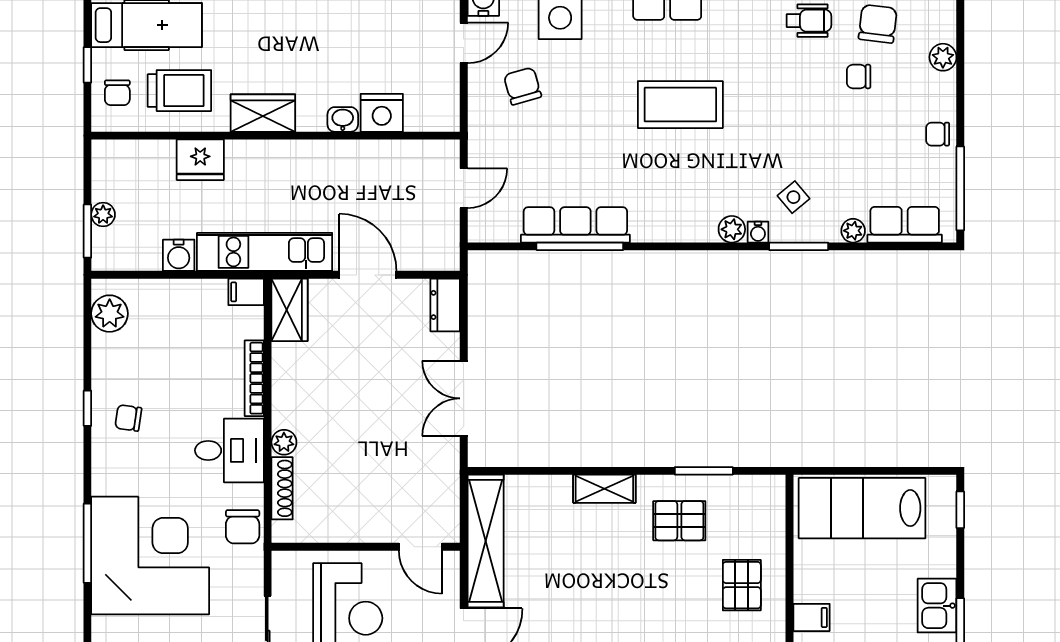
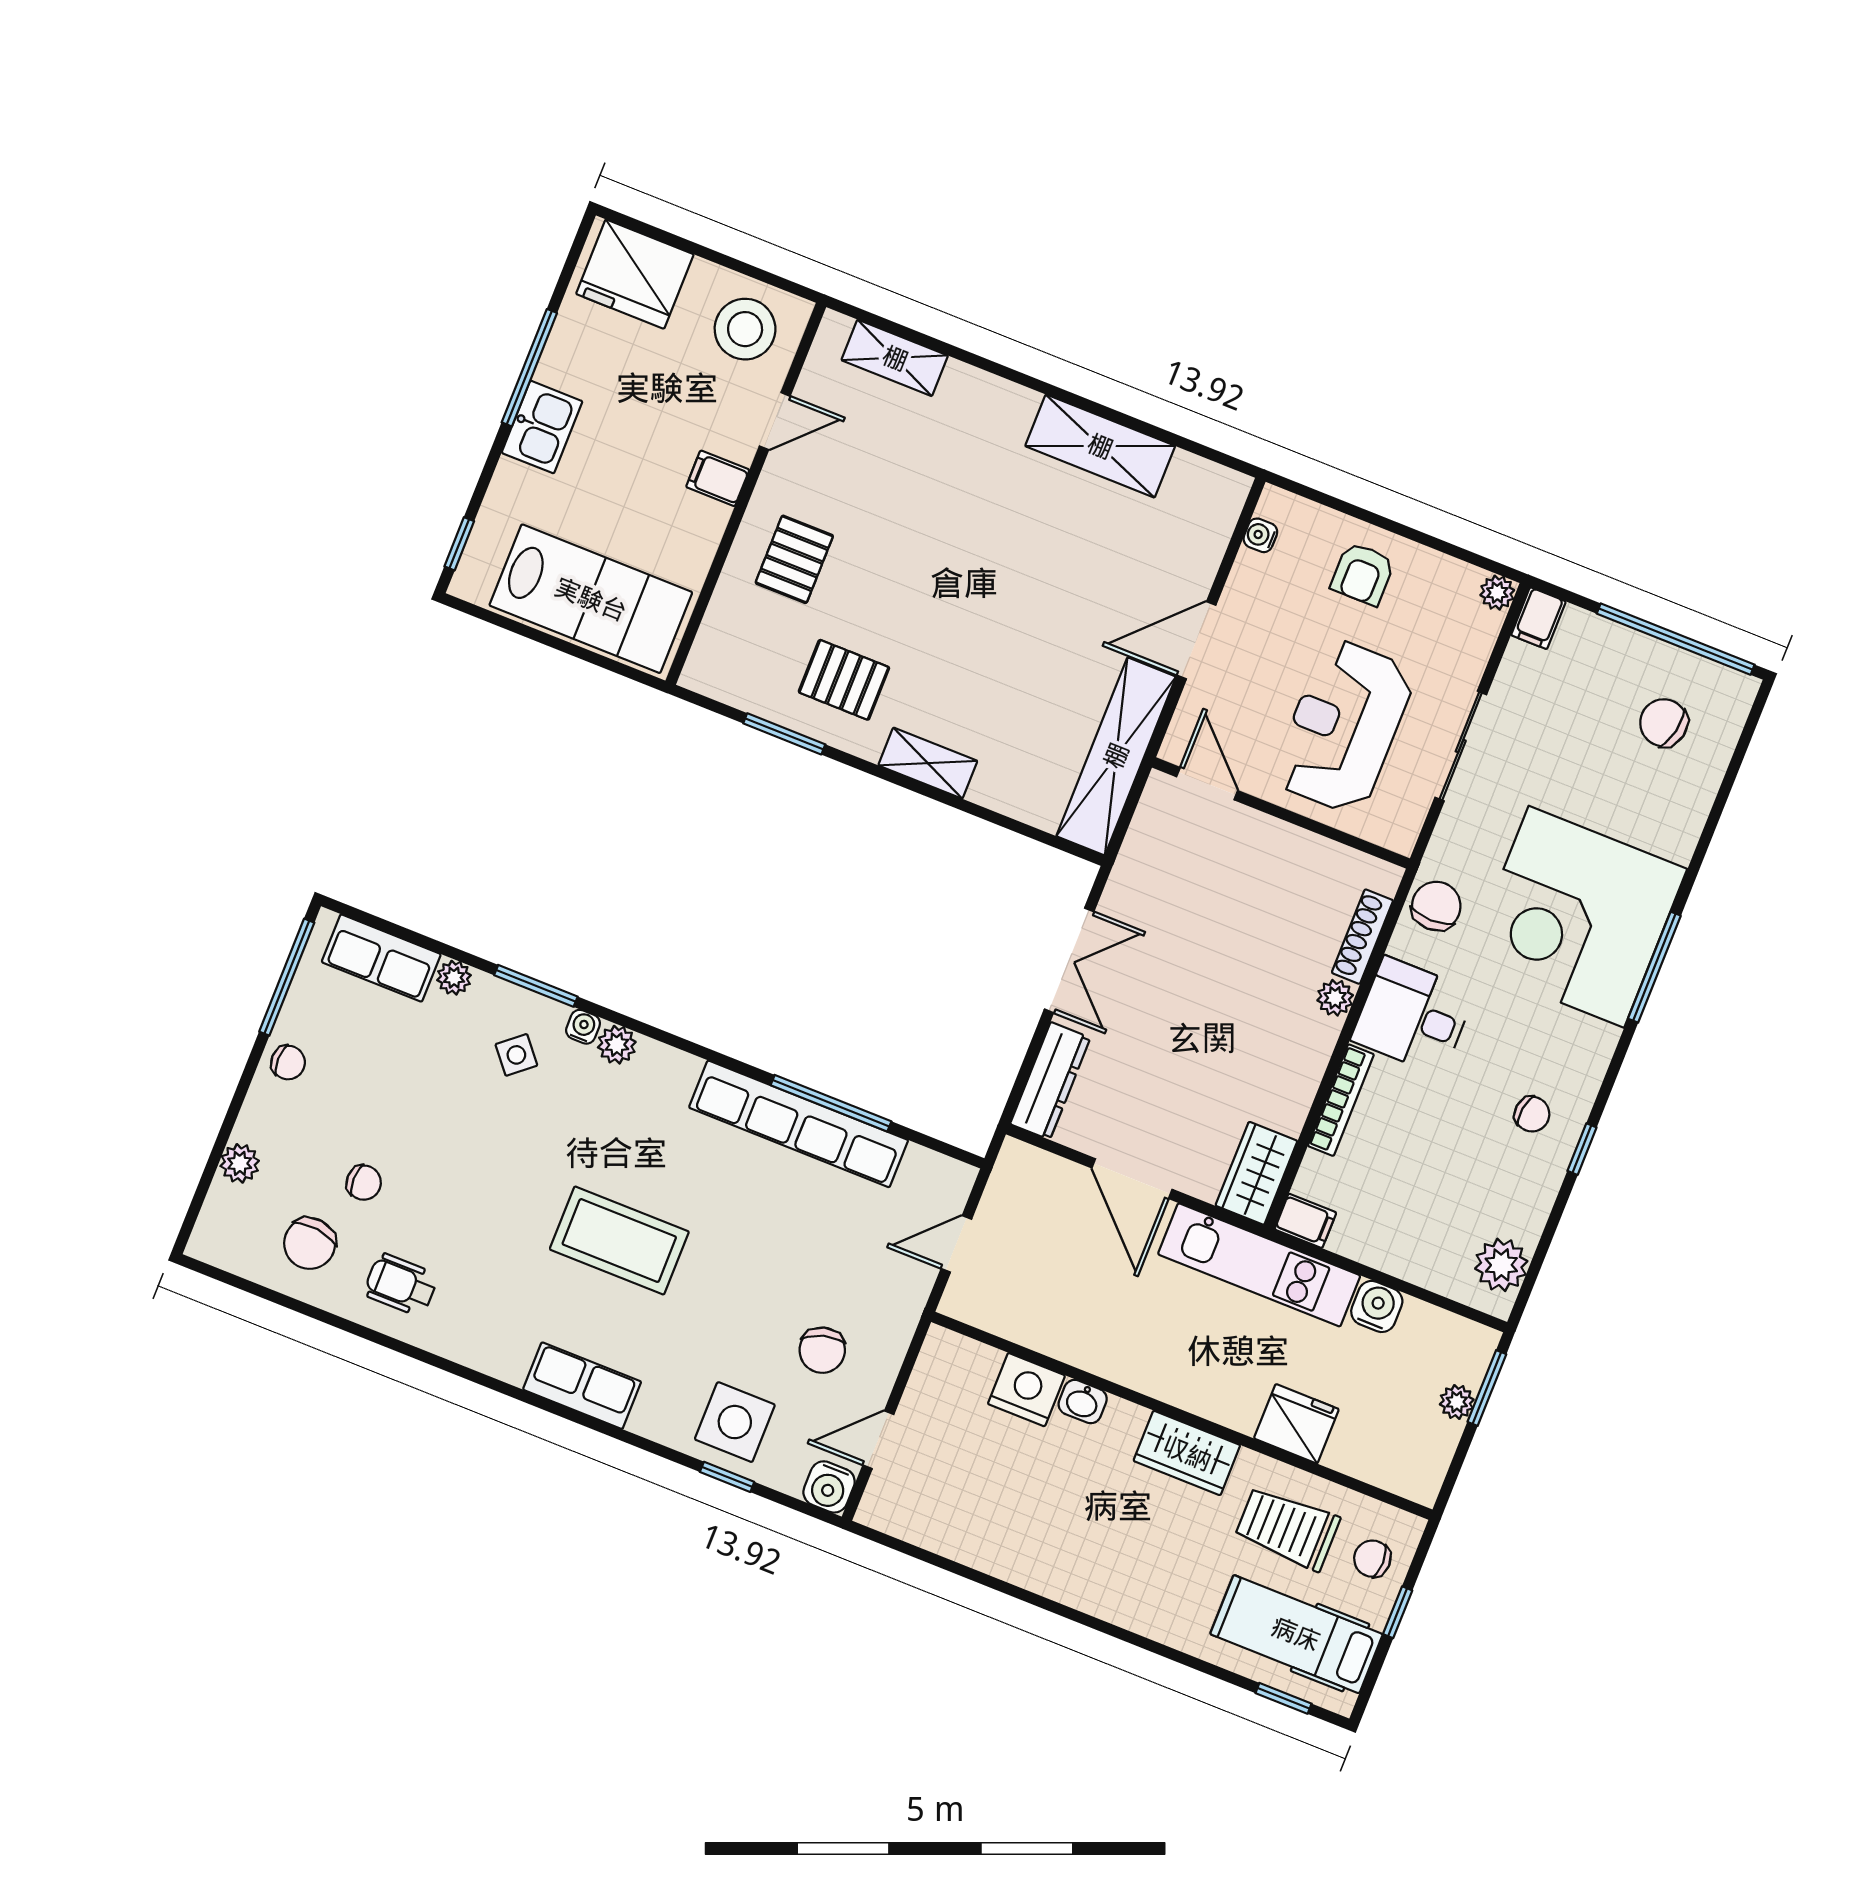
chair: (117, 93) -> (1372, 1559), turned -90
row of seats: (575, 225) -> (799, 1124), width x1.36
dresser: (445, 305) -> (1050, 1081), width x1.44

